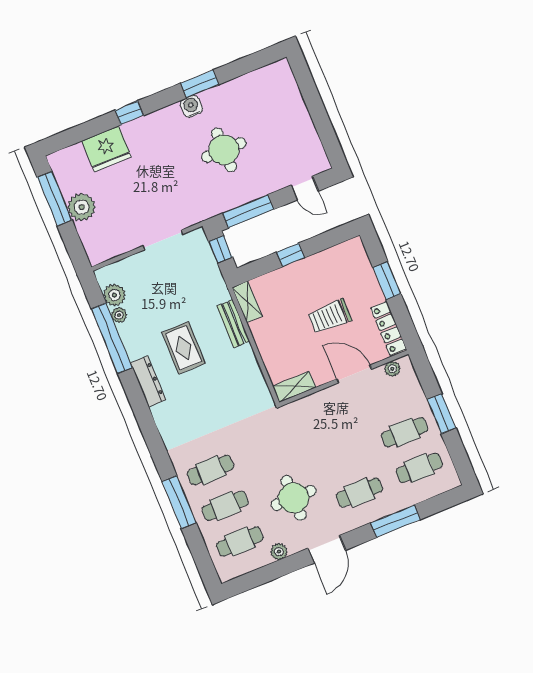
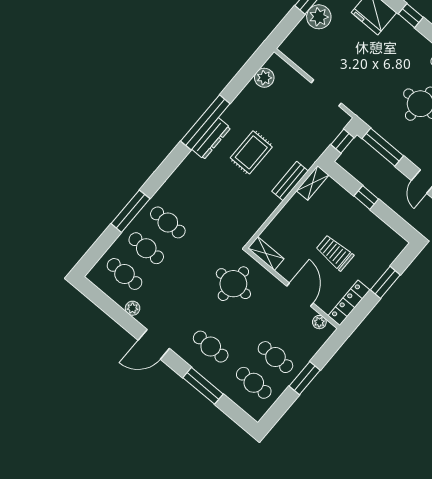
plant: (119, 315) -> (251, 89), removed
window: (112, 338) -> (205, 122), moved
round table: (294, 498) -> (233, 284), moved

